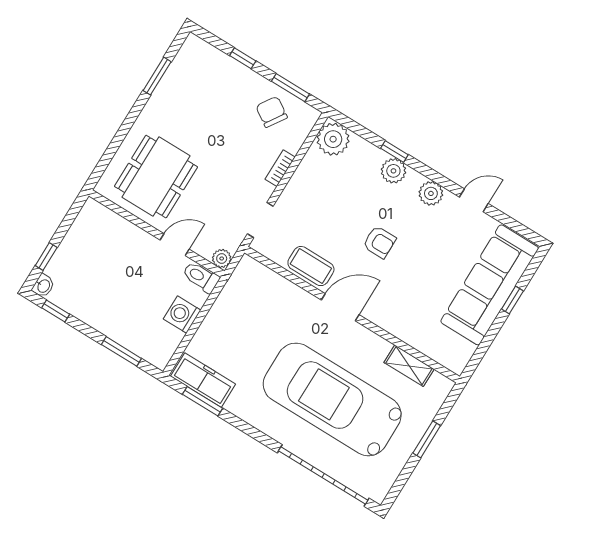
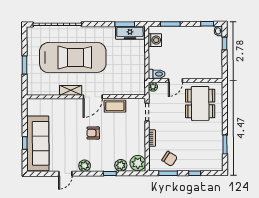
plant: (393, 171) -> (121, 165), moved
washing machine: (182, 315) -> (155, 40), moved
shelving: (409, 366) -> (71, 90), moved

